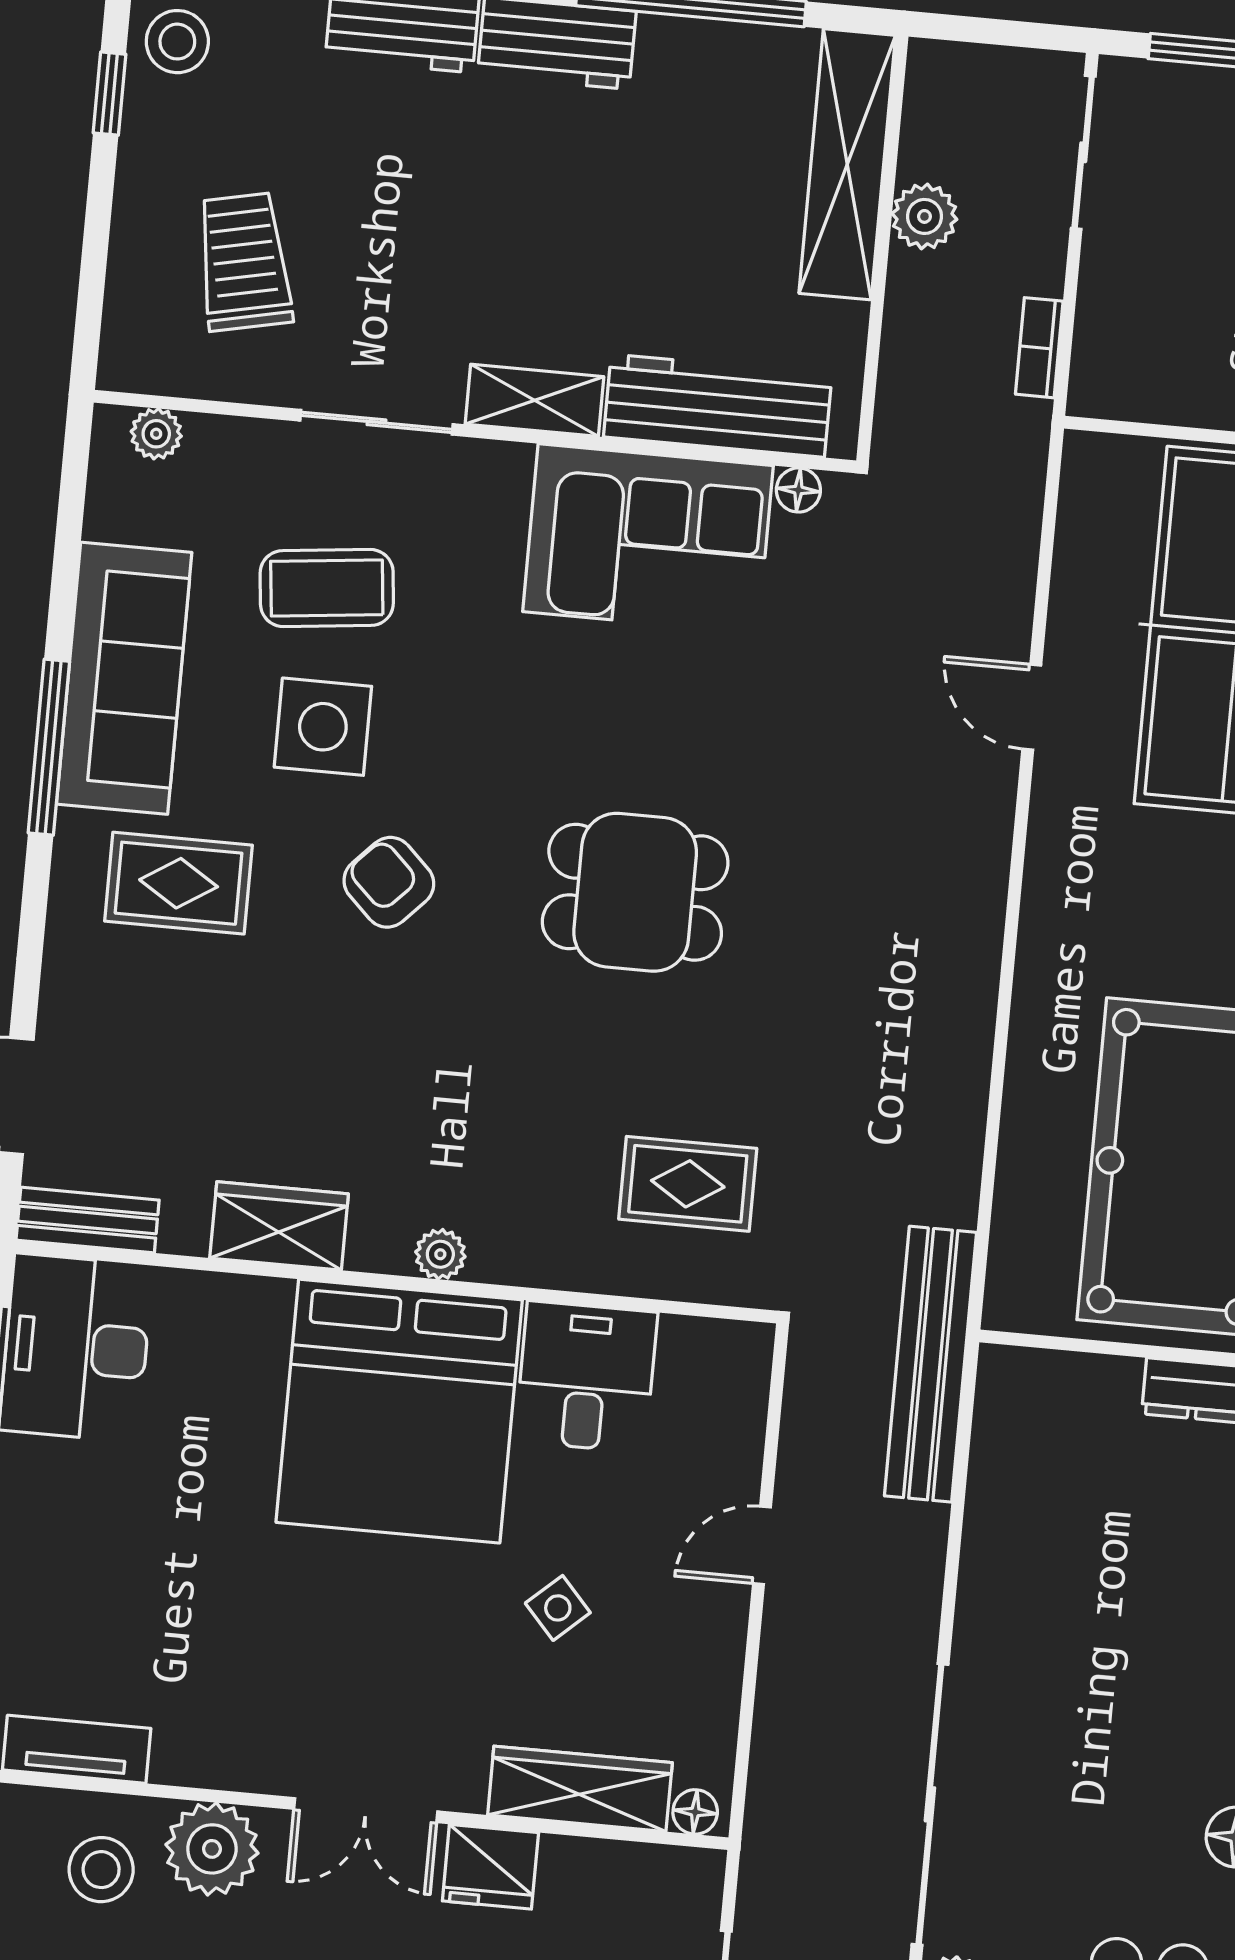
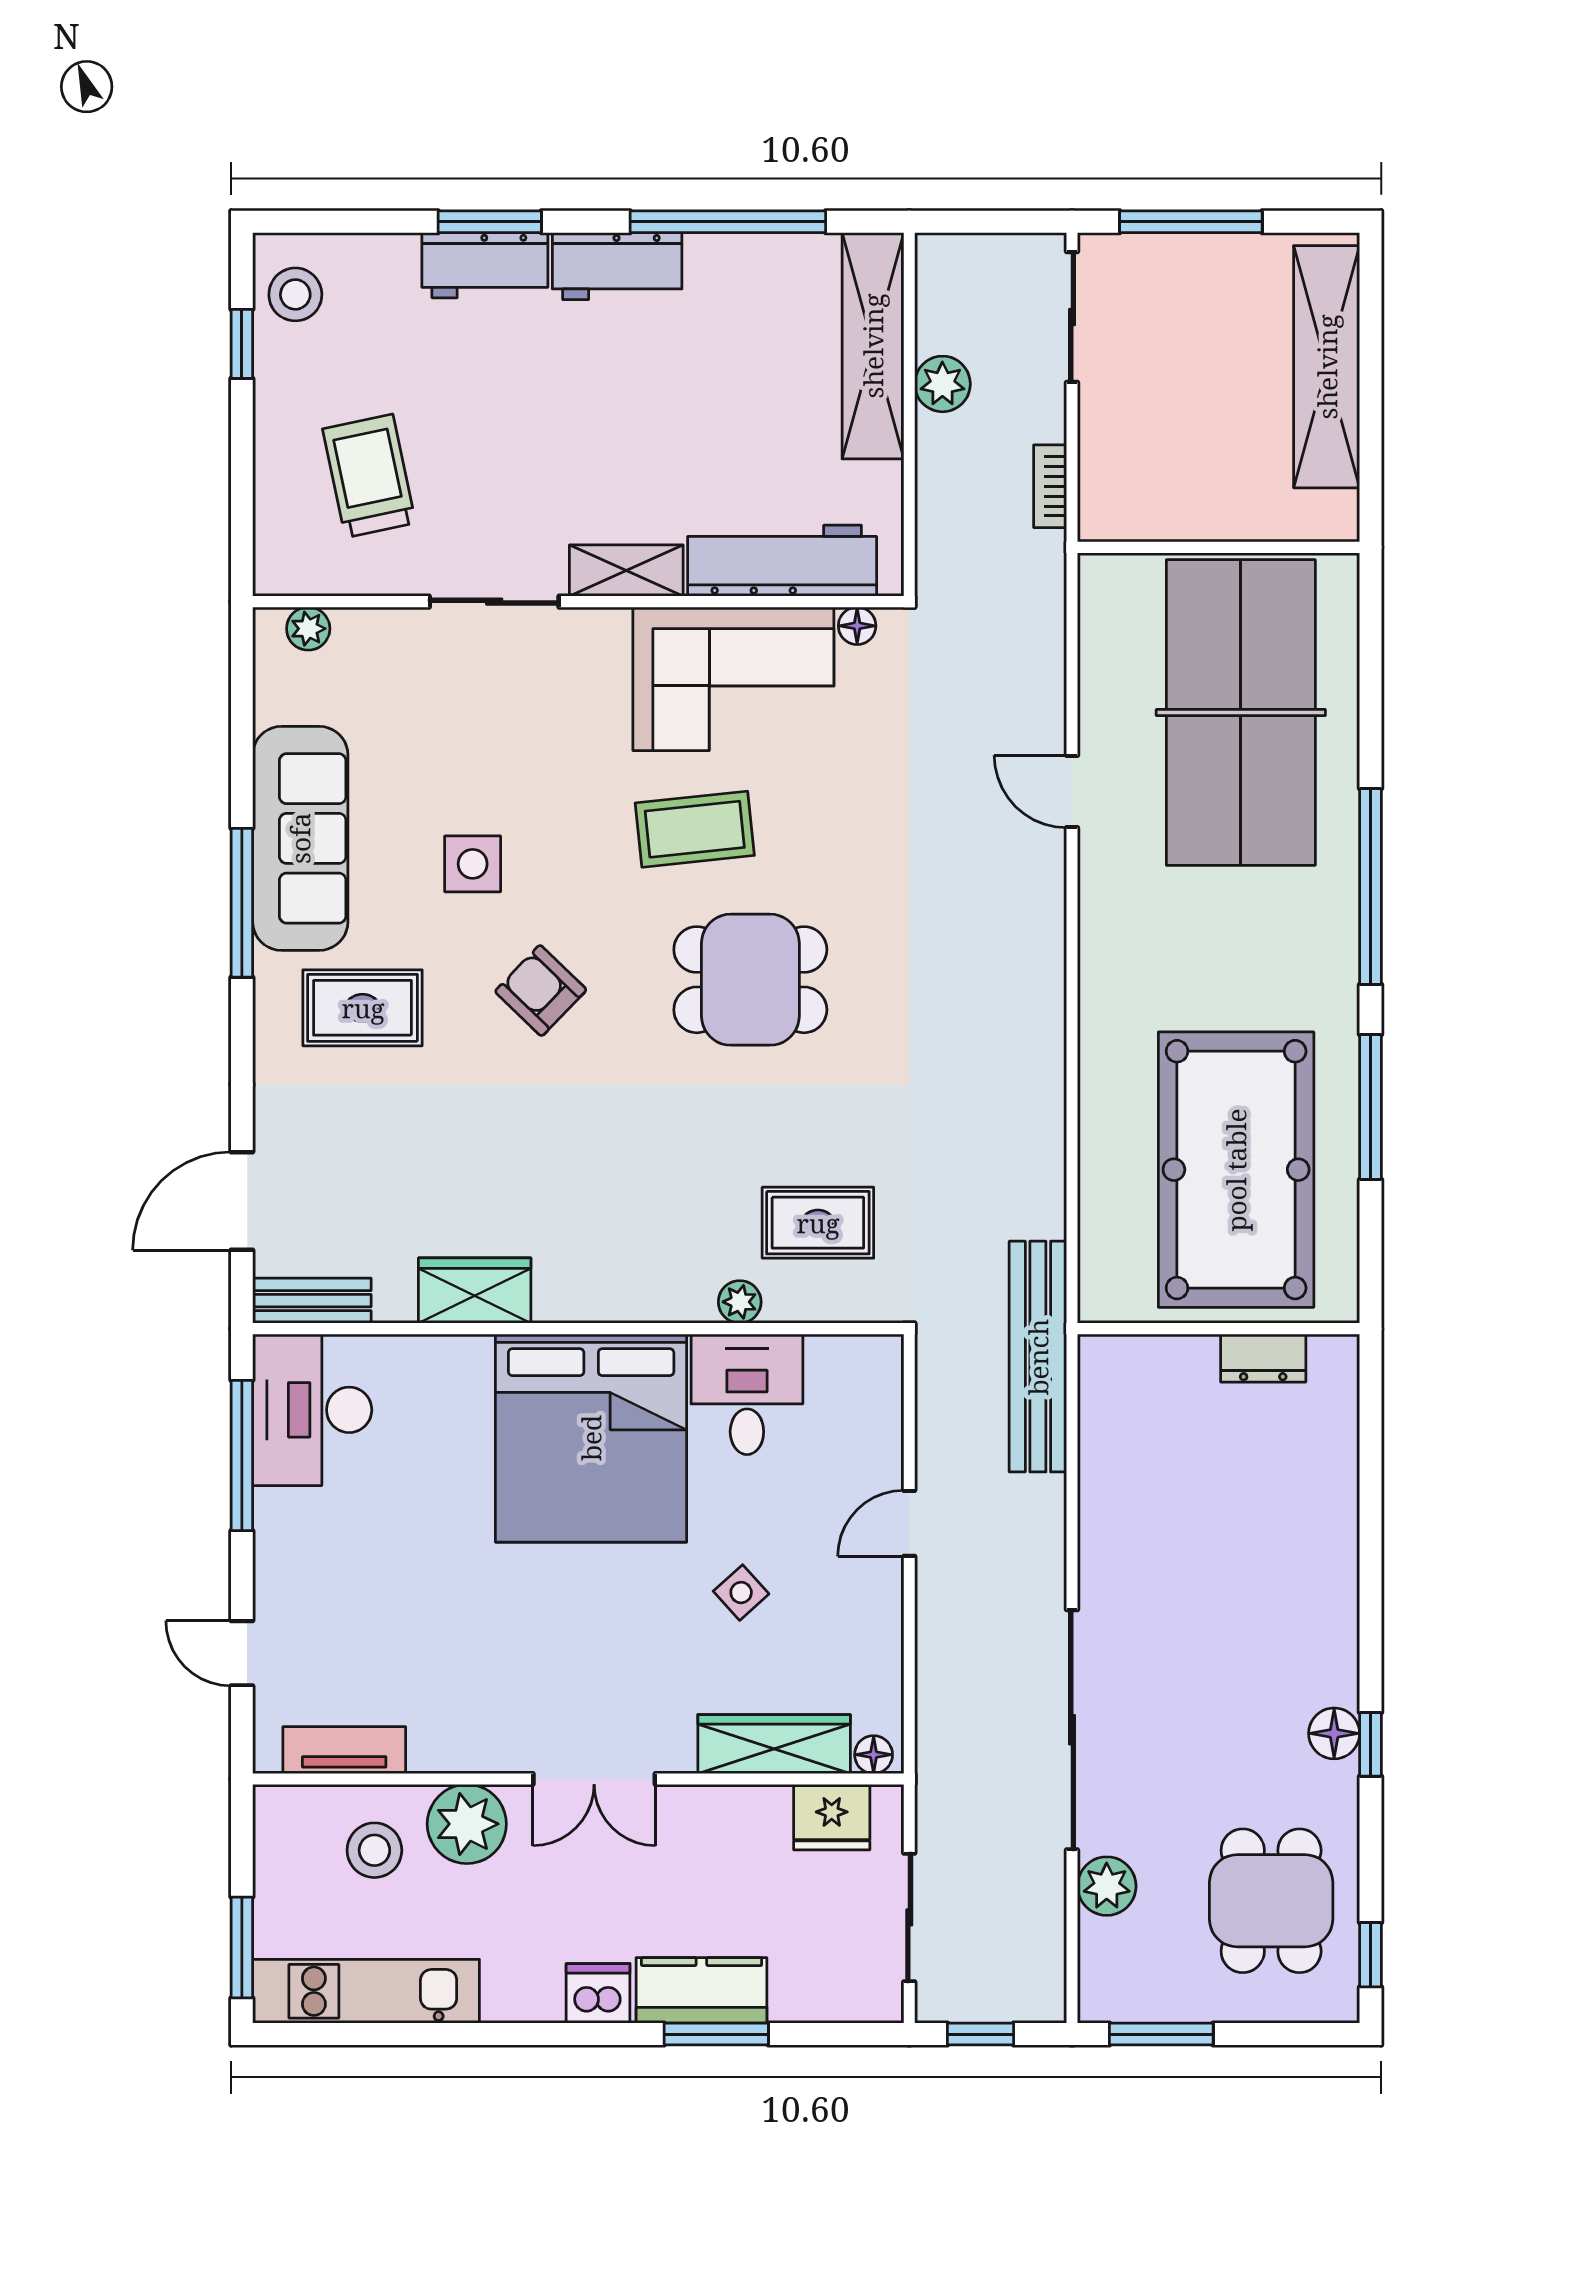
coffee table: (327, 588) -> (695, 829), moved
side table: (323, 727) -> (473, 864), width x0.73, depth x0.73
plant: (440, 1254) -> (740, 1302), moved
fridge: (490, 1867) -> (832, 1817), moved

